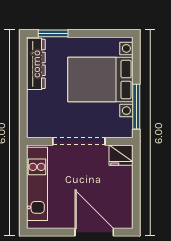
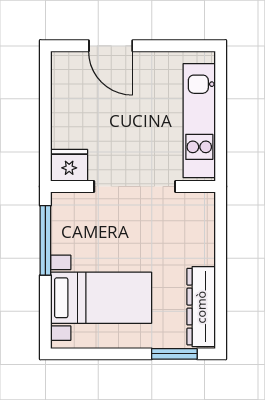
bed with nightstands: (100, 80) -> (101, 298), width x0.73
door: (94, 232) -> (111, 46), width x0.73

